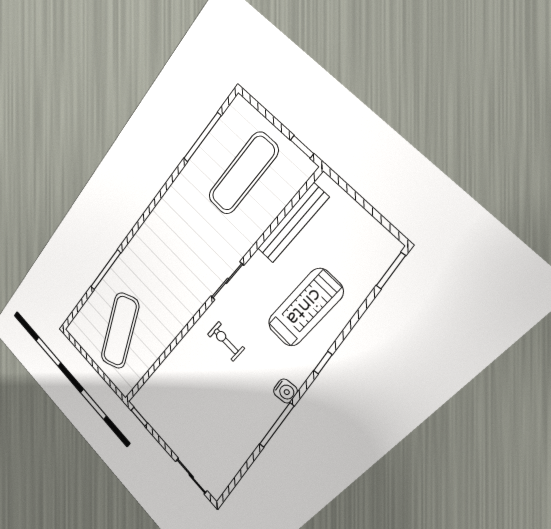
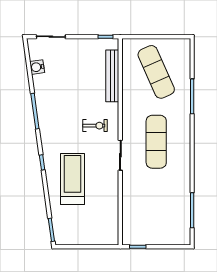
exercise mat: (243, 174) -> (156, 142), moved
bench: (293, 223) -> (112, 76), moved
treadmill: (305, 308) -> (73, 179), turned 180
water cooler: (285, 391) -> (37, 67), moved

